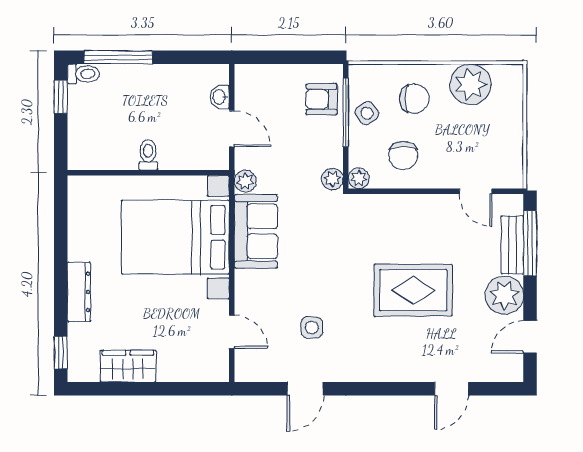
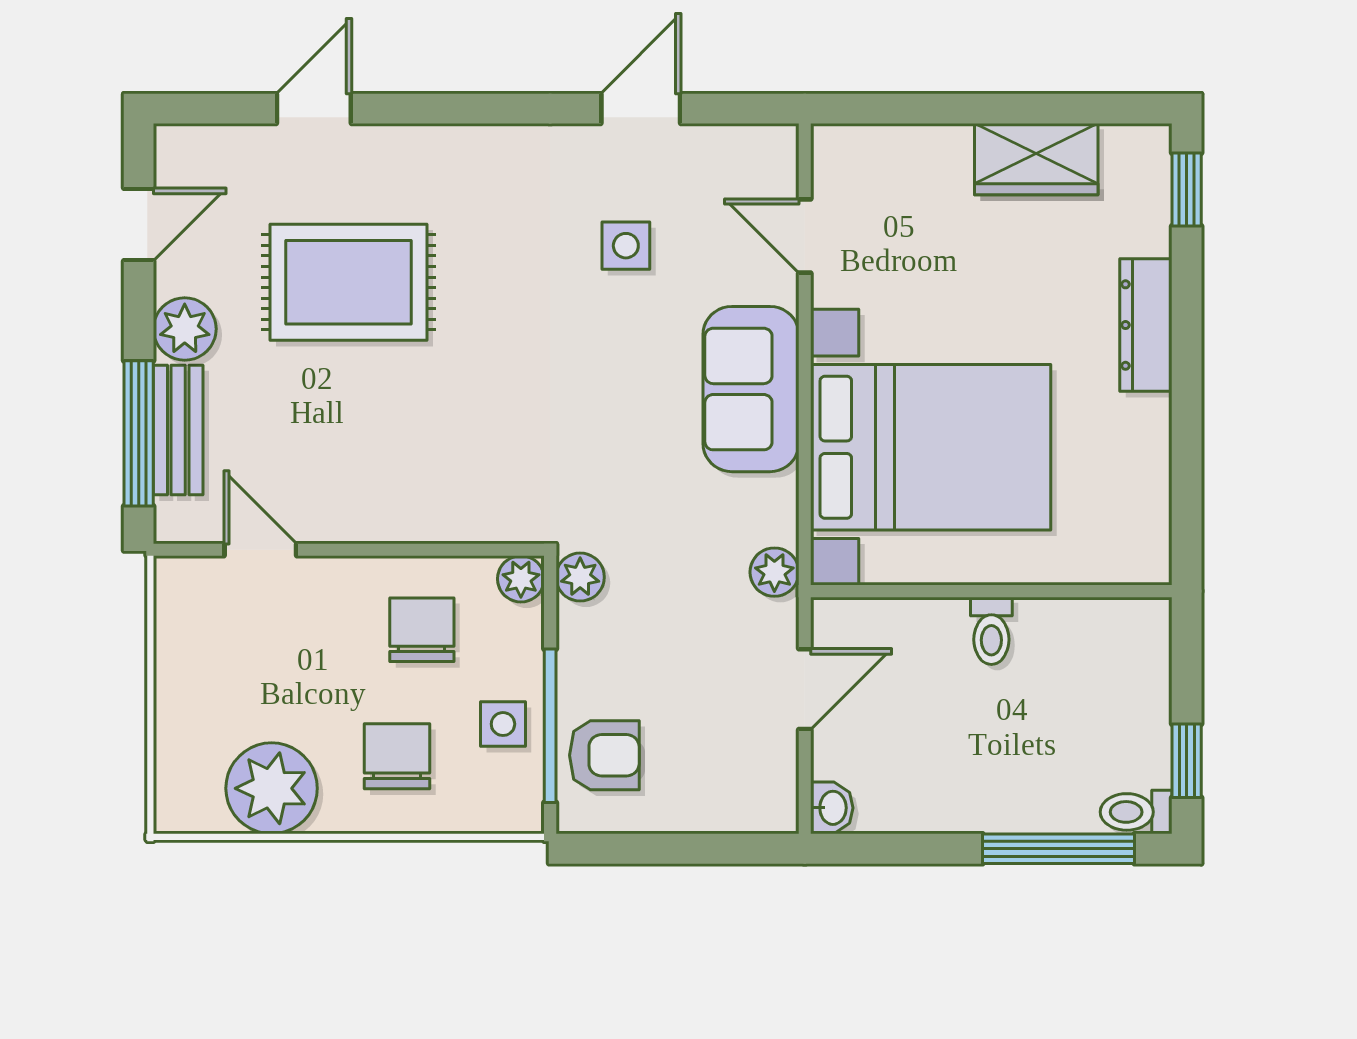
washbasin: (220, 97) -> (832, 808), moved
chair: (414, 99) -> (397, 756), turned 90
side table: (367, 113) -> (503, 724), turned 34
door: (232, 129) -> (805, 689), swing flipped
sofa: (256, 231) -> (751, 389), moved
rug: (413, 290) -> (348, 282), moved
plant: (504, 295) -> (185, 329), width x0.73, depth x0.73

